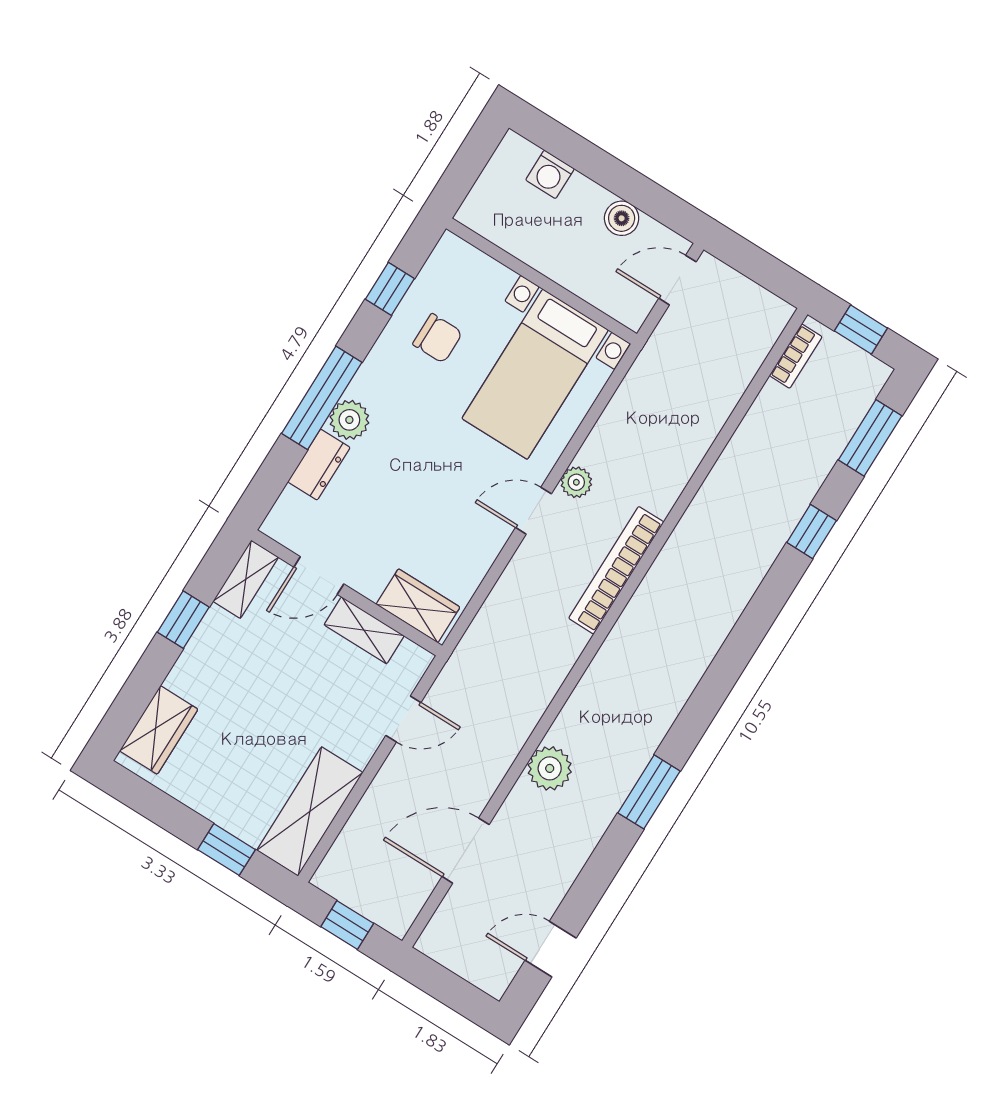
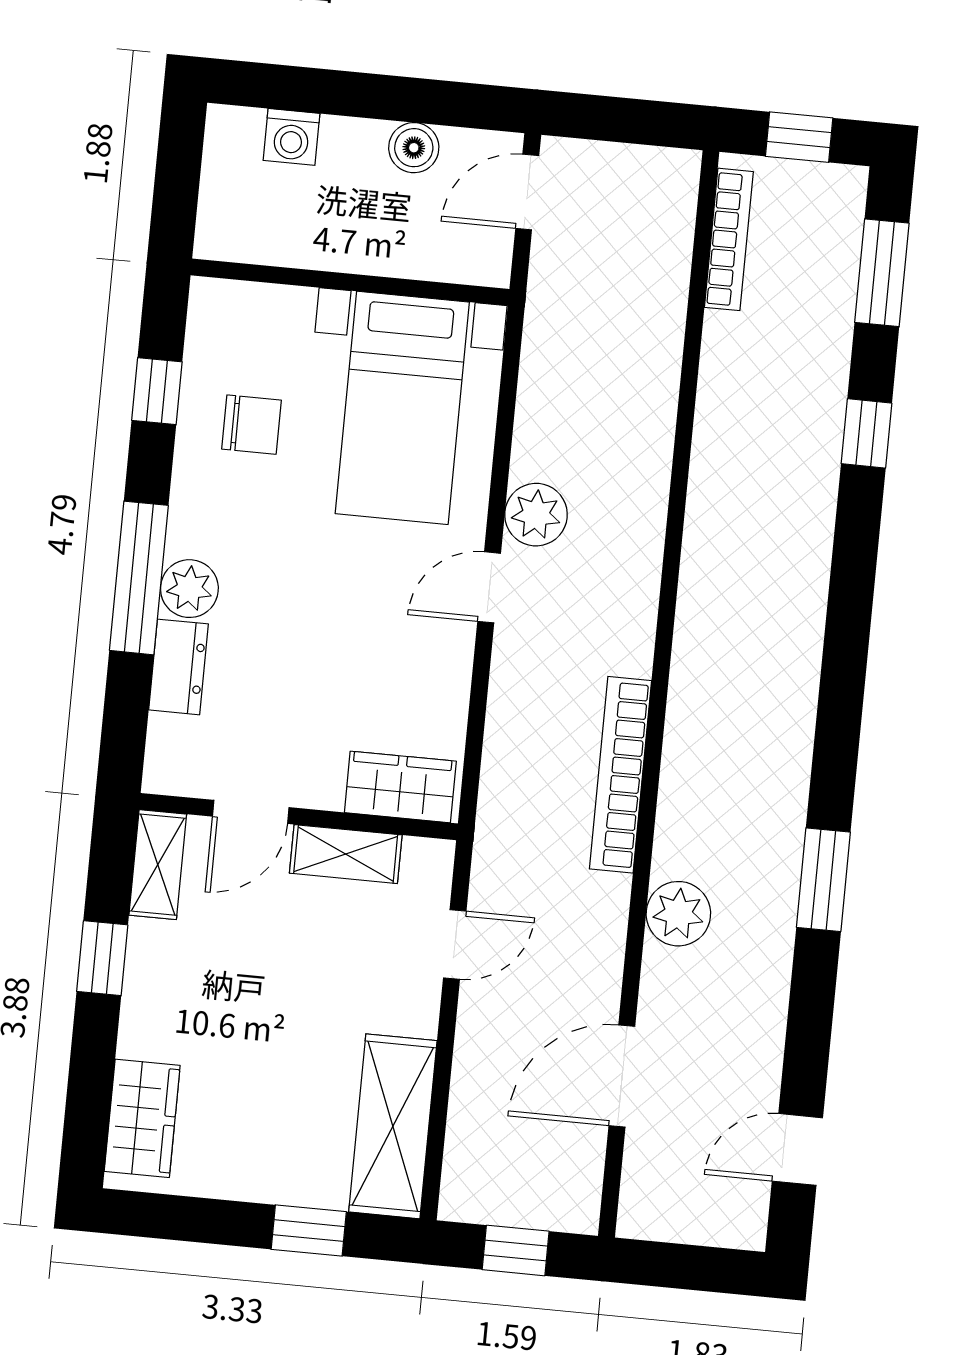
bookcase: (796, 356) -> (729, 239), width x1.56
plant: (576, 482) -> (536, 515), width x1.38, depth x1.38
bookcase: (616, 570) -> (620, 775), moved

